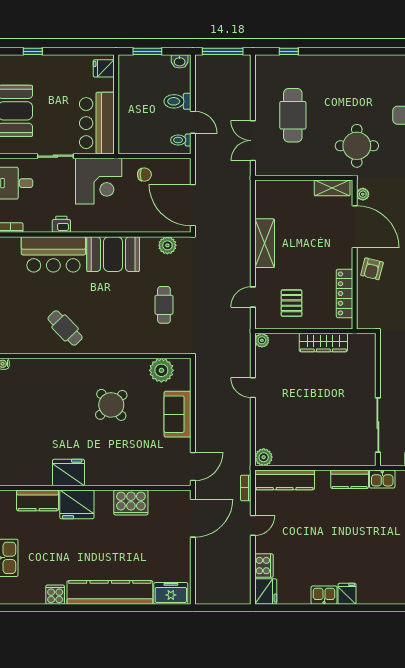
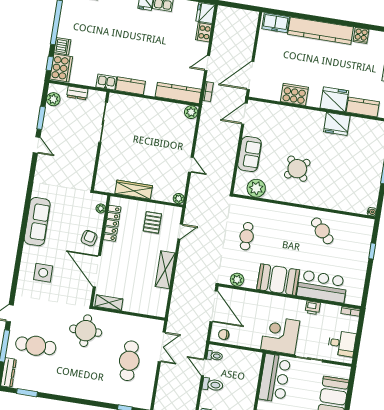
chair: (144, 175) -> (224, 334), moved
plant: (363, 194) -> (101, 208), moved

